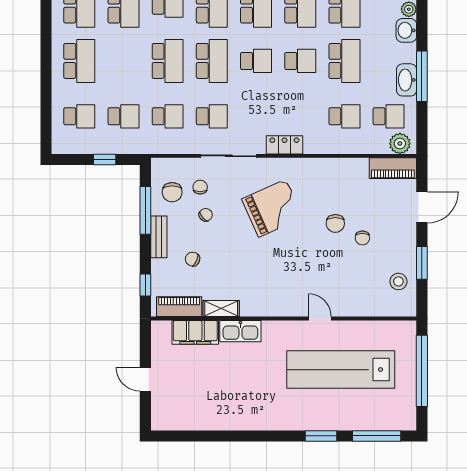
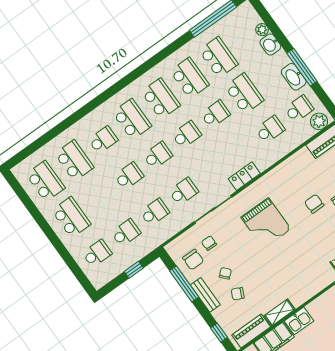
school desk: (168, 61) -> (129, 176), width x0.54
school desk: (212, 61) -> (158, 155), width x0.54
grand piano: (272, 208) -> (266, 223), turned 114
chair: (206, 215) -> (225, 273), moved
chair: (335, 223) -> (314, 204), turned 180
kitchen sink: (240, 331) -> (299, 321), width x0.73

